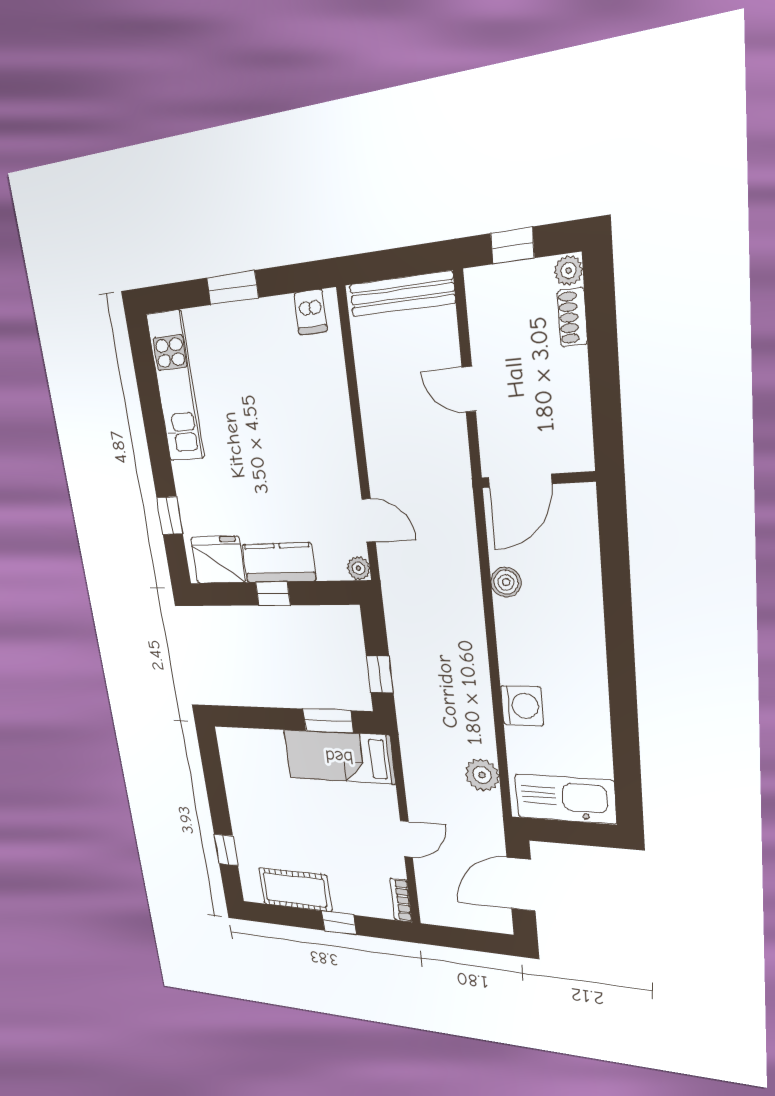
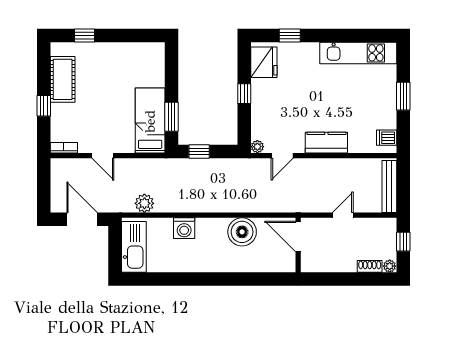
kitchen counter: (279, 563) -> (326, 143), moved, turned -90
boiler: (506, 582) -> (242, 232), width x1.86, depth x1.86

